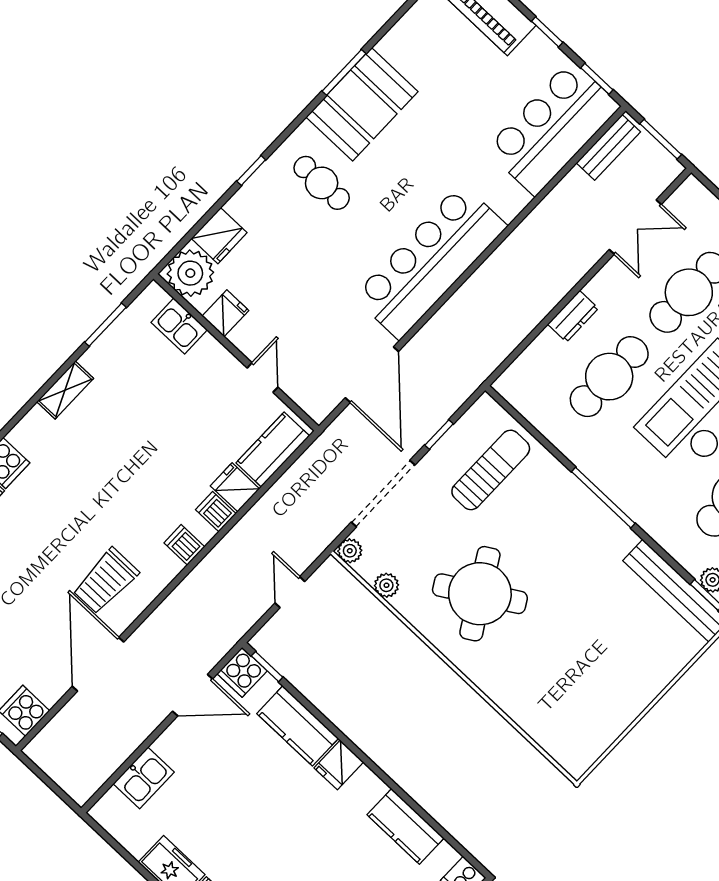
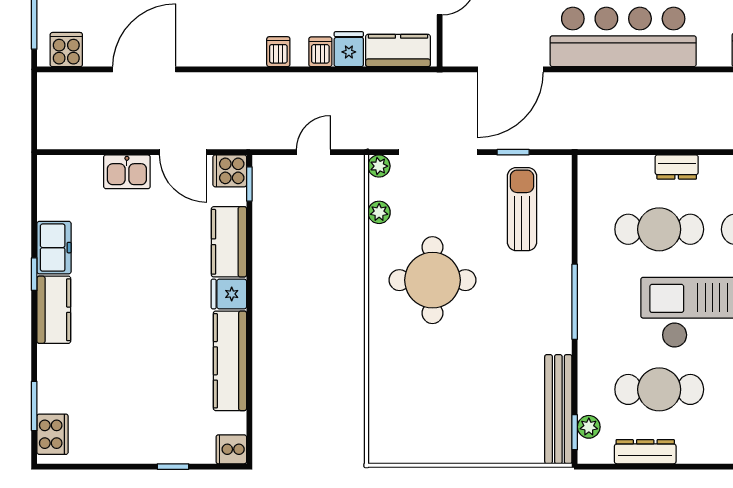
sun lounger: (491, 470) -> (522, 209), turned -90
trolley: (106, 581) -> (204, 22), removed
round table: (480, 594) -> (432, 280), turned 31
kitchen sink: (144, 778) -> (127, 172), moved
kitchen counter: (405, 826) -> (230, 361), width x1.50

